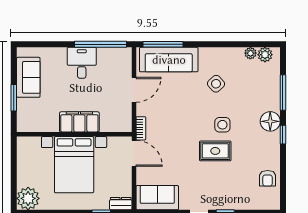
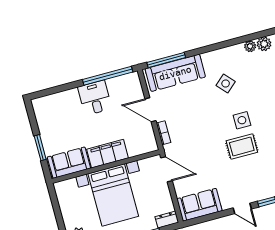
sofa: (28, 77) -> (69, 163), moved, turned -90
door: (134, 90) -> (150, 110), swing flipped
bookcase: (141, 128) -> (164, 133), moved

